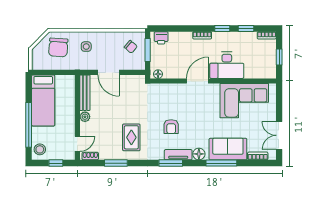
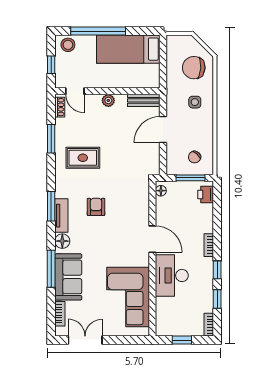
bench: (85, 93) -> (144, 100), width x0.73
armchair: (171, 127) -> (96, 207), turned 90

